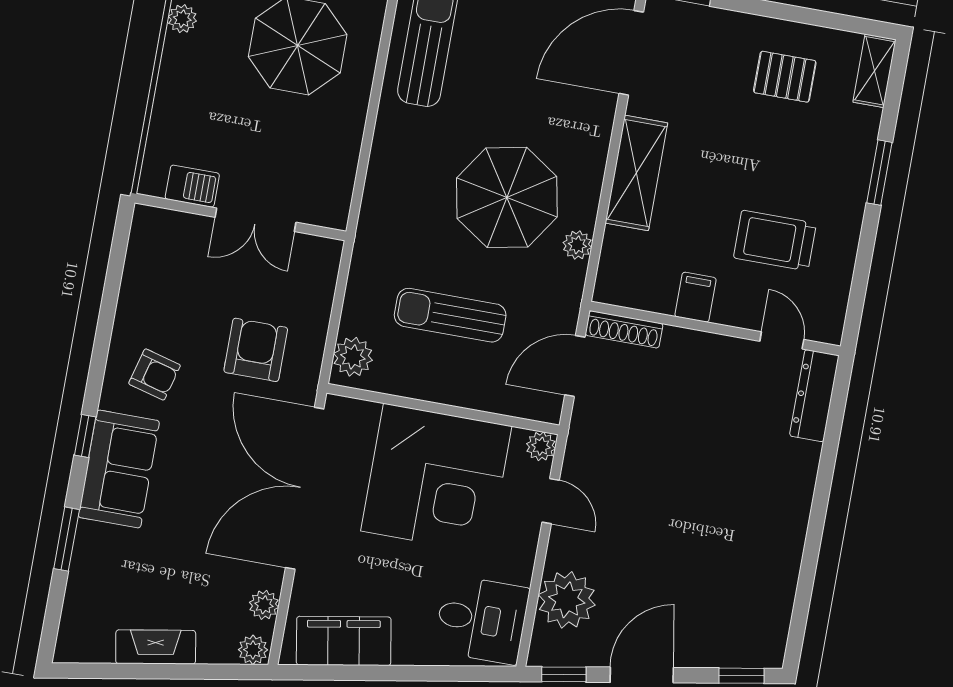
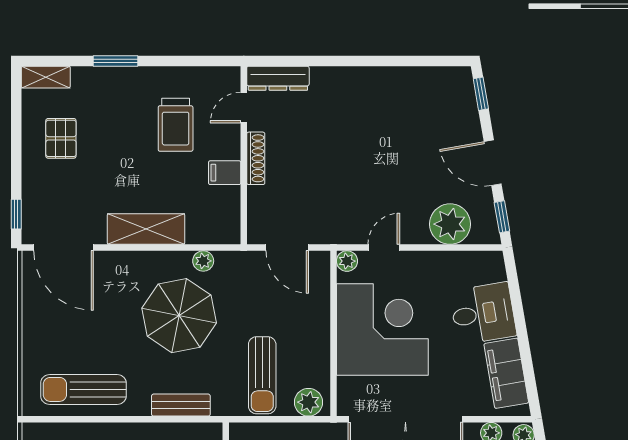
bench: (381, 177) -> (181, 405), added
sun lounger: (450, 315) -> (262, 375), moved
shoe rack: (624, 329) -> (256, 158), moved
desk: (482, 620) -> (483, 313), moved, turned 80

